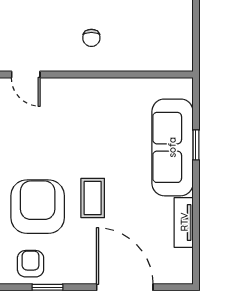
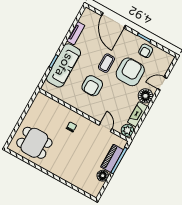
armchair: (96, 139) -> (92, 86), added
armchair: (38, 207) -> (130, 72), turned 180

